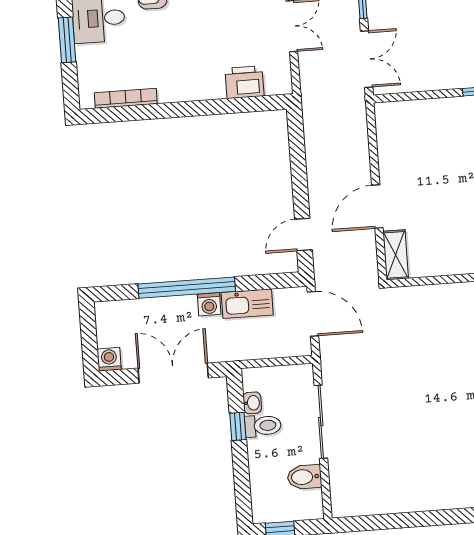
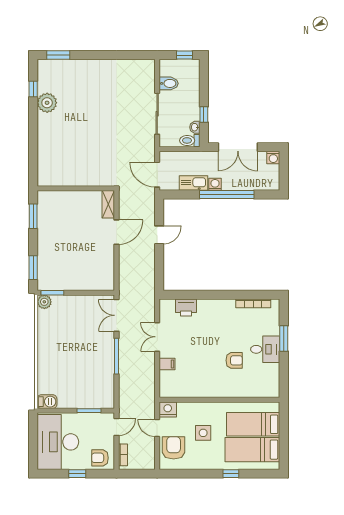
door: (303, 234) -> (159, 235), moved
toilet: (263, 426) -> (190, 140), moved

